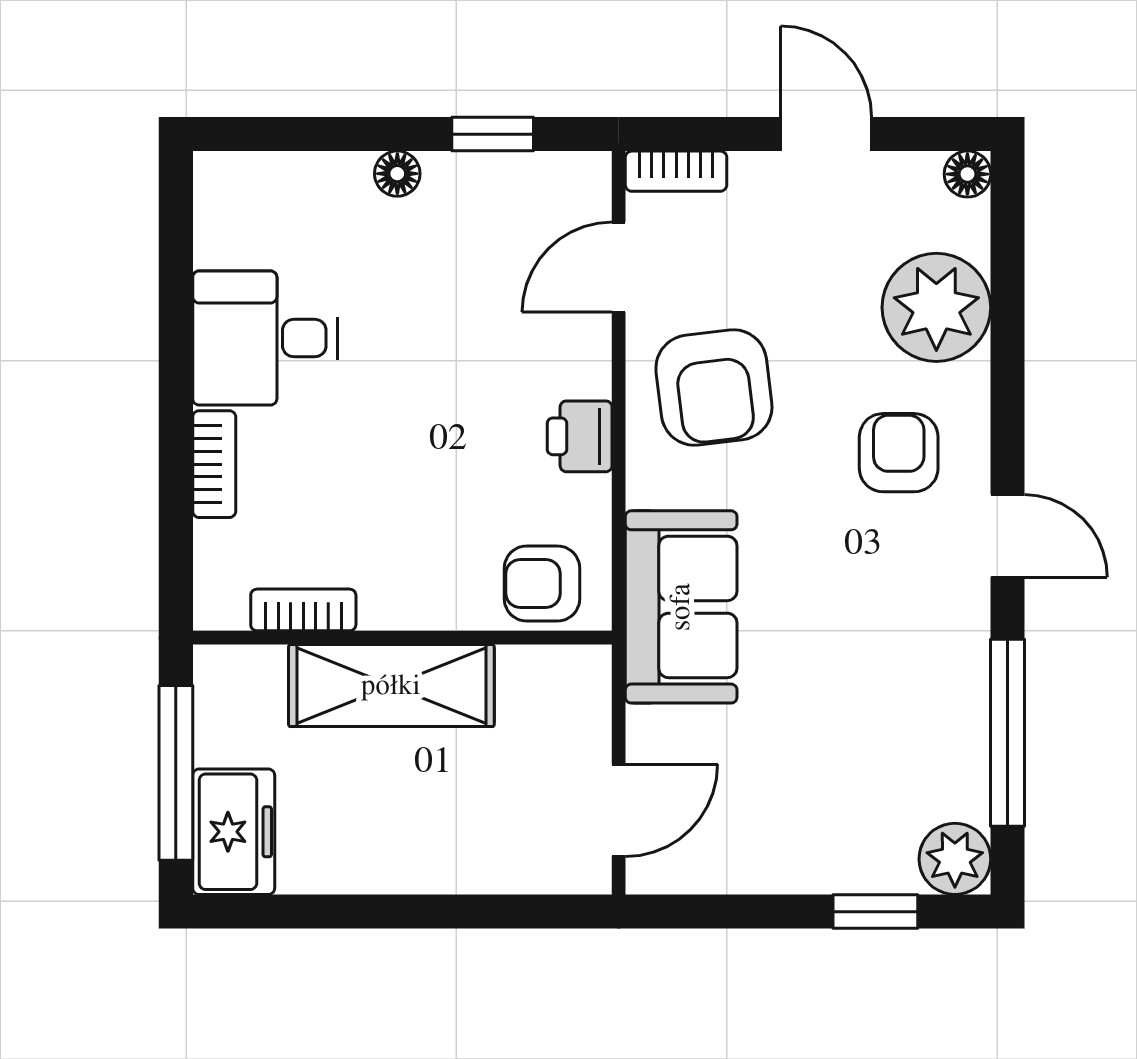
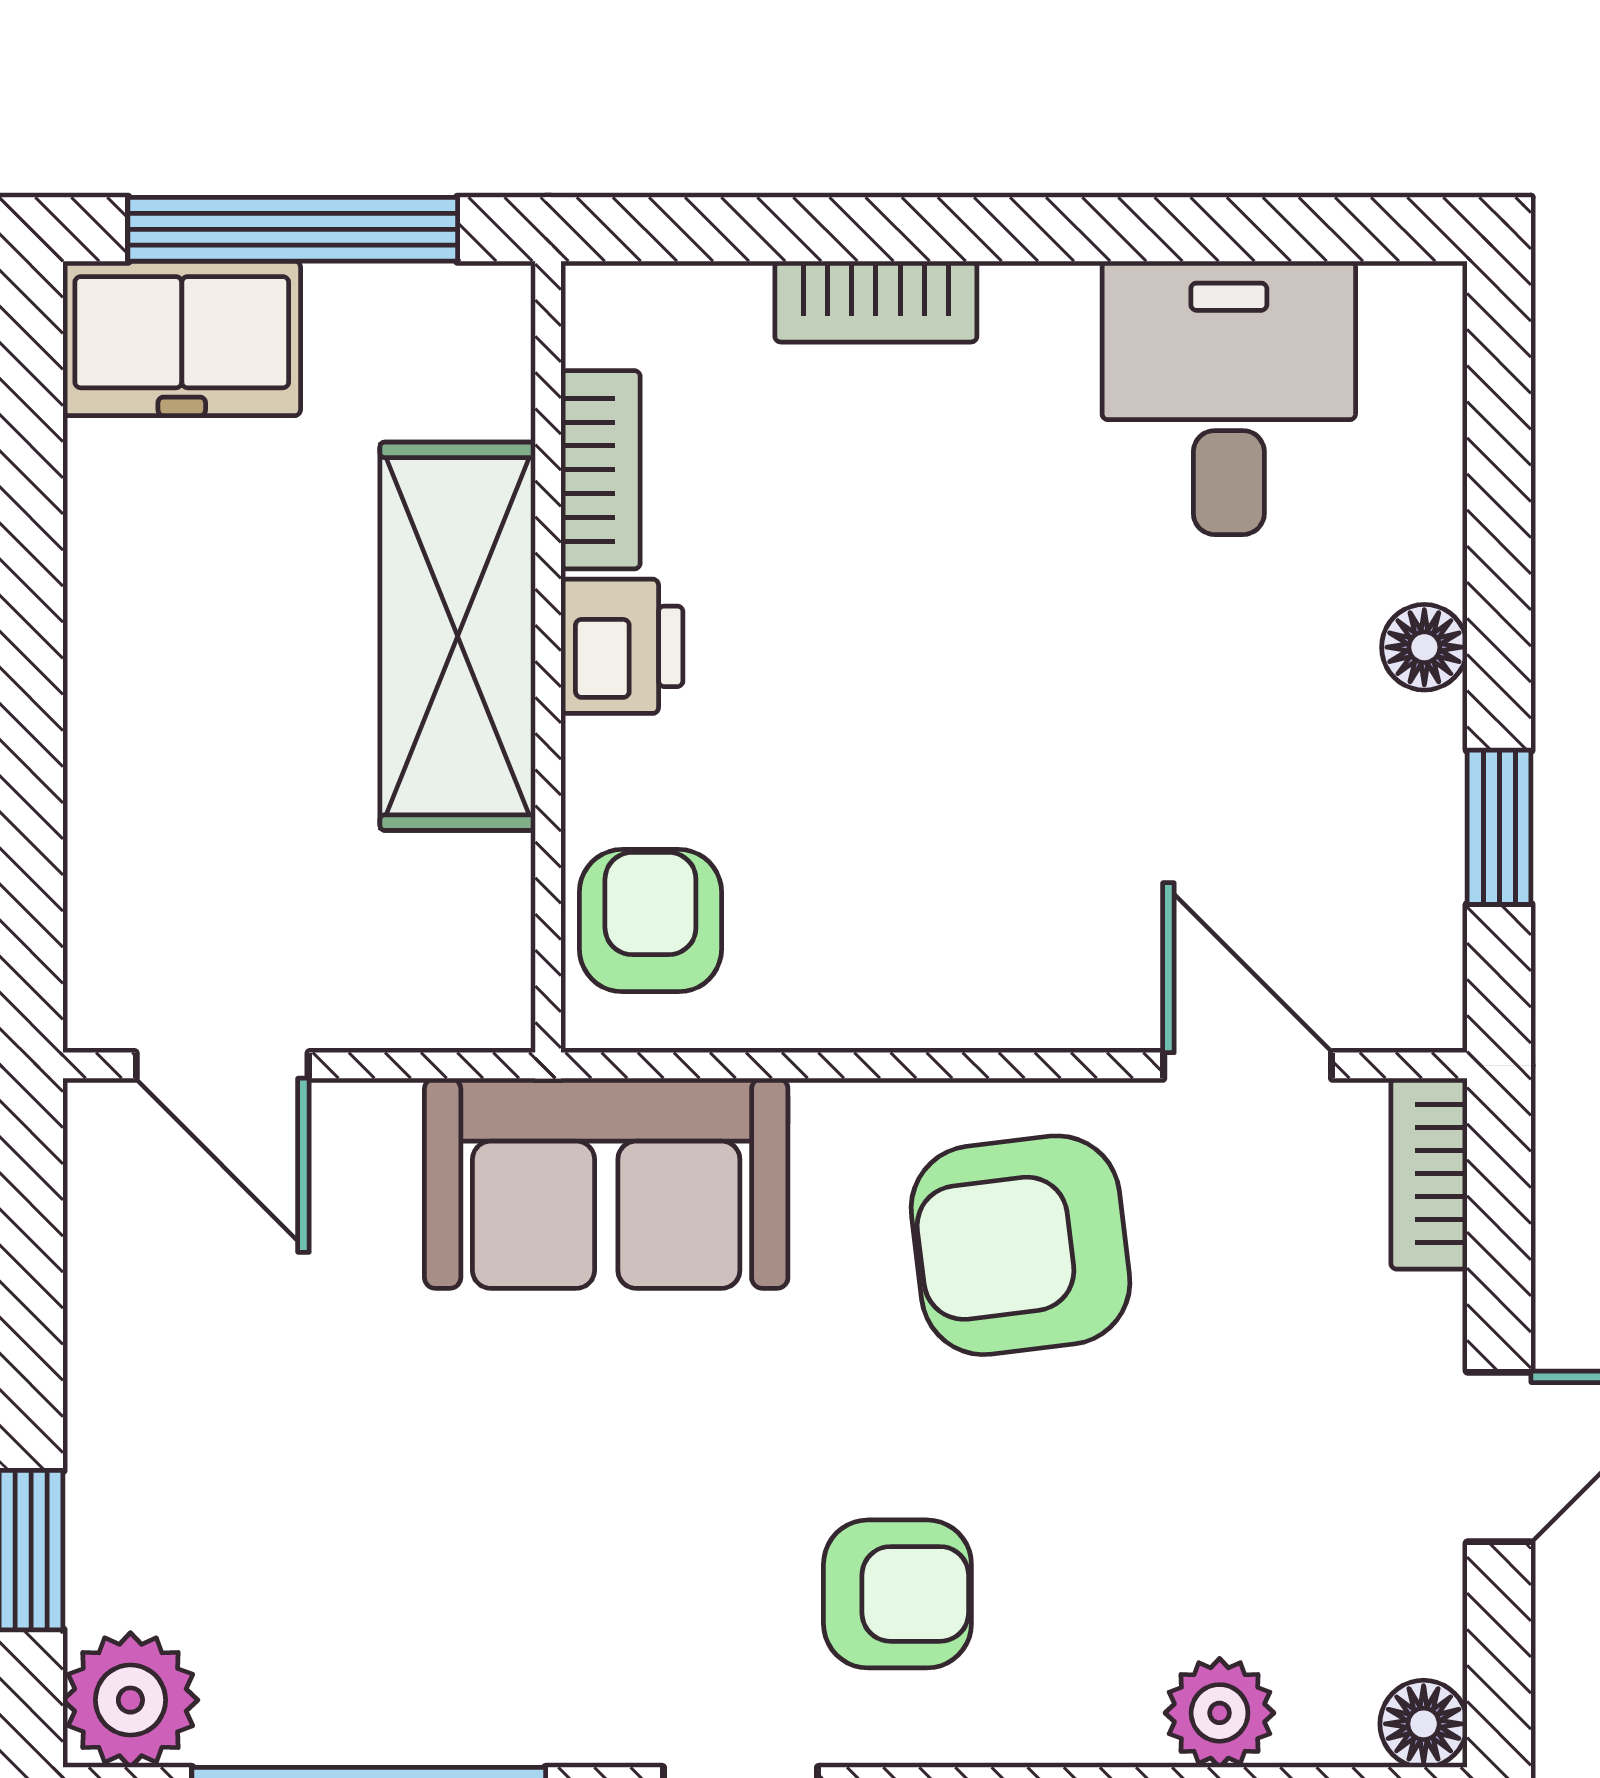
plant: (936, 307) -> (1220, 1713), width x0.53, depth x0.53
desk: (265, 338) -> (1229, 398), moved
printer: (580, 436) -> (622, 646), moved, turned 90

